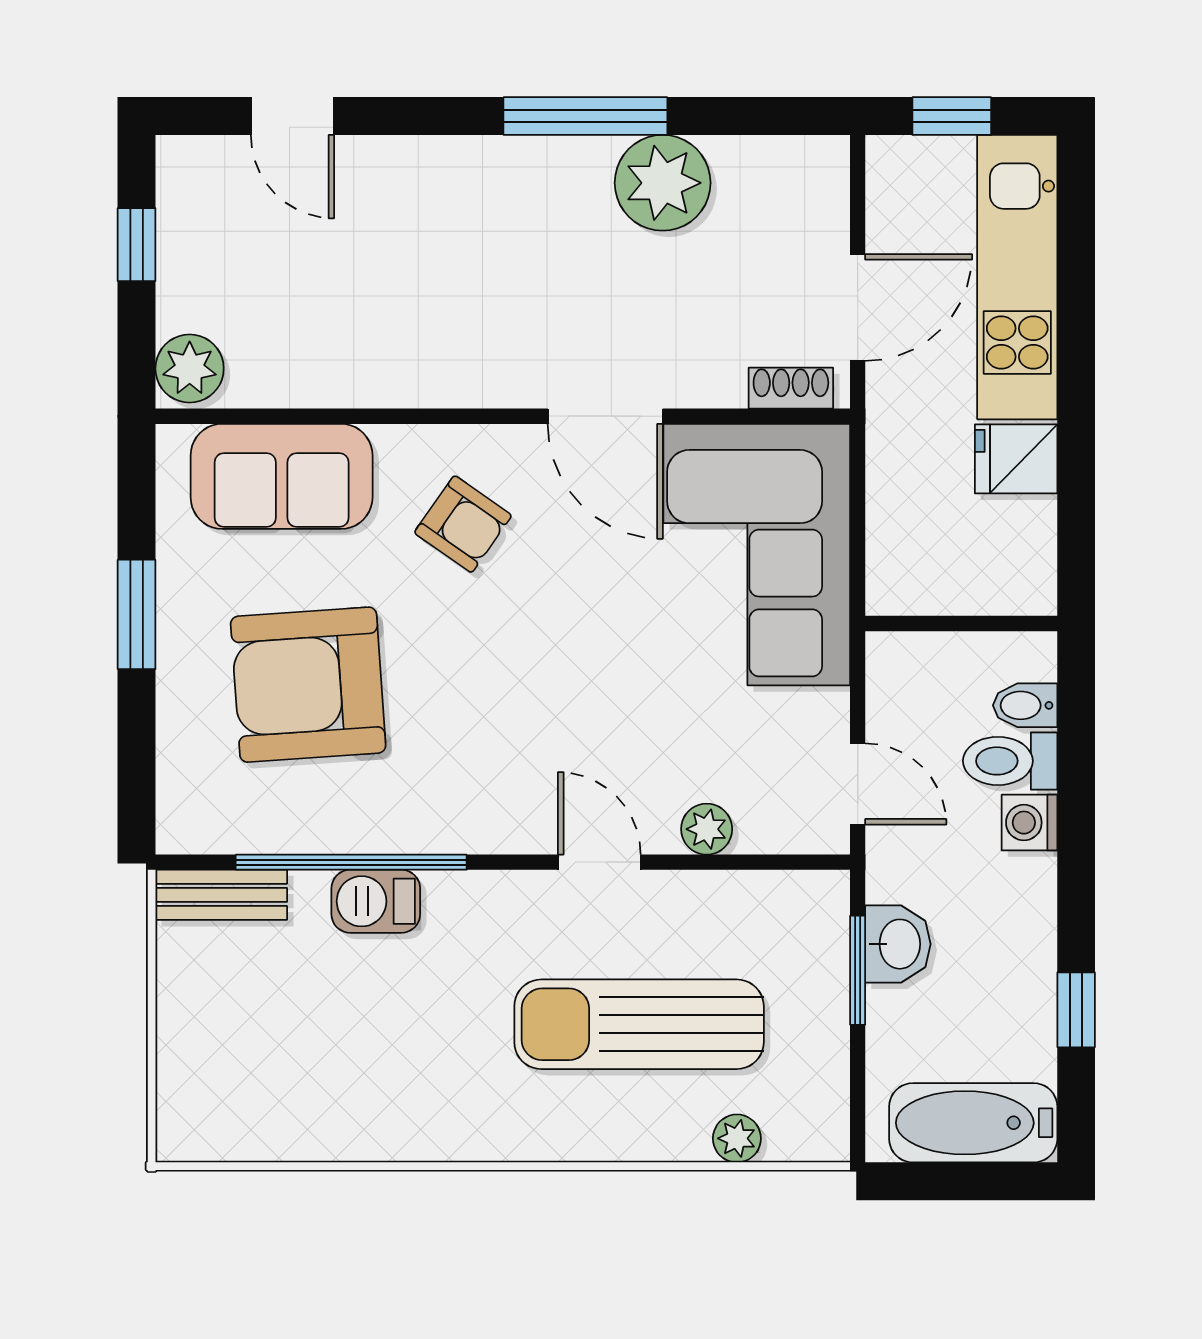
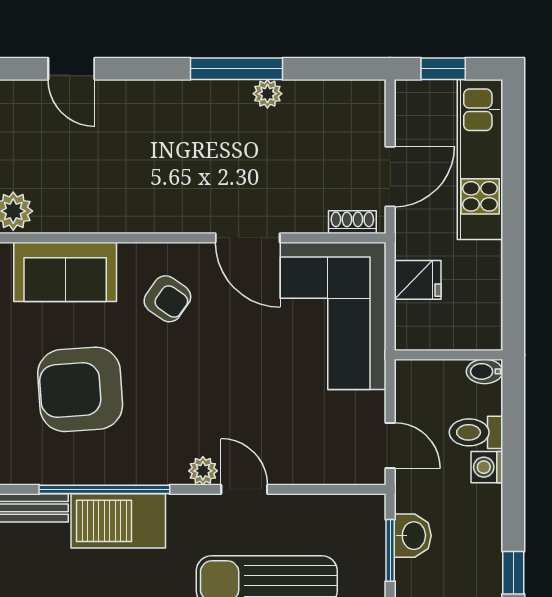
plant: (663, 183) -> (267, 94), width x0.53, depth x0.53
fridge: (1016, 459) -> (418, 280), moved, turned 180
bidet: (1025, 705) -> (484, 371), moved
plant: (707, 829) -> (203, 471), moved
barbecue: (376, 901) -> (118, 521), width x1.88, depth x1.53

